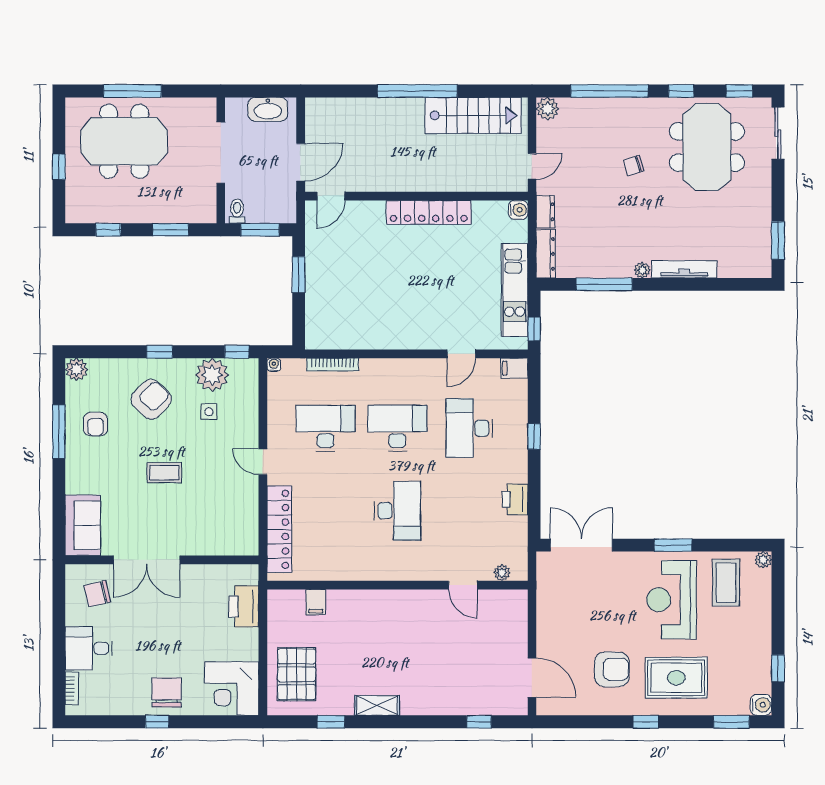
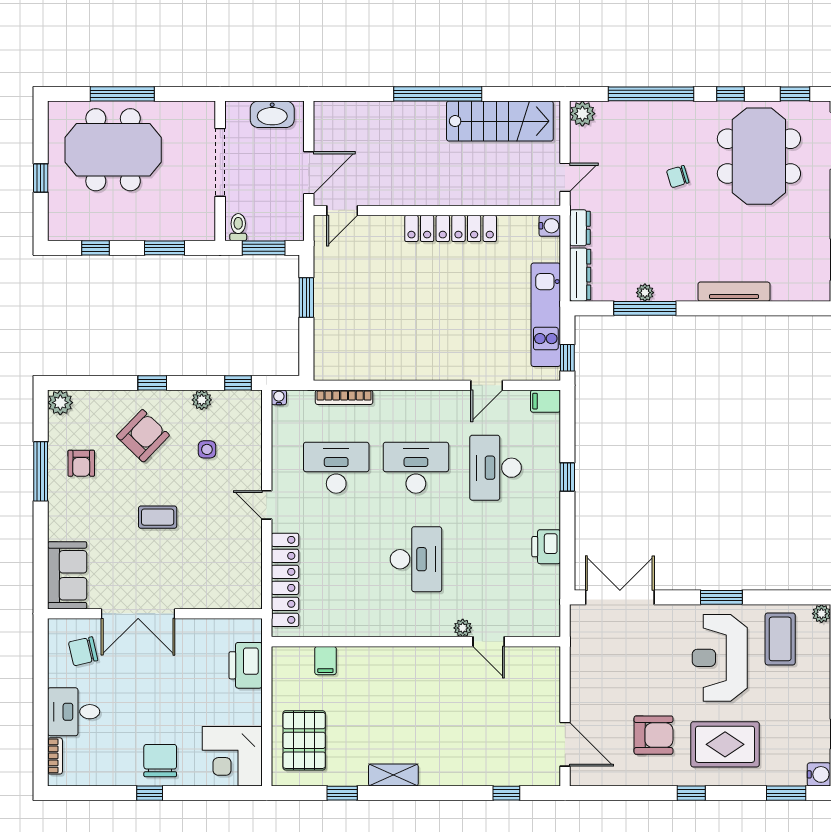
plant: (642, 270) -> (645, 293), moved
plant: (212, 375) -> (202, 400), width x0.53, depth x0.53
plant: (502, 573) -> (463, 628), moved

